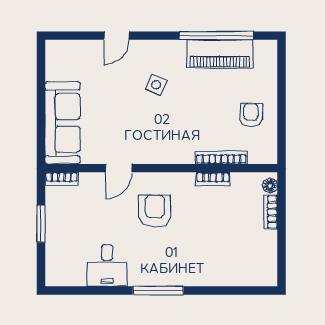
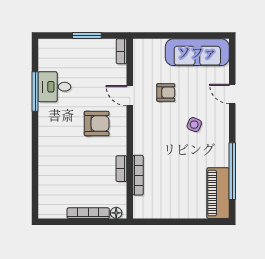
piano: (220, 54) -> (218, 193), moved
armchair: (251, 115) -> (166, 92), moved
sofa: (63, 123) -> (197, 52), moved
bookcase: (270, 212) -> (88, 213), width x1.56
window: (158, 290) -> (35, 92), moved

